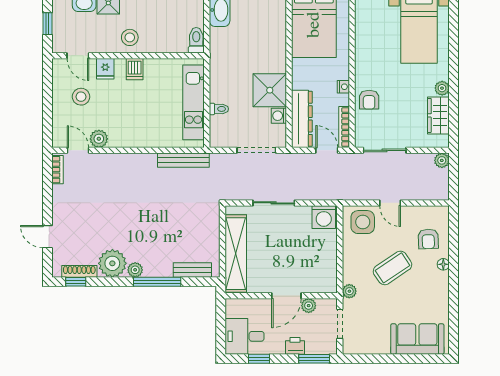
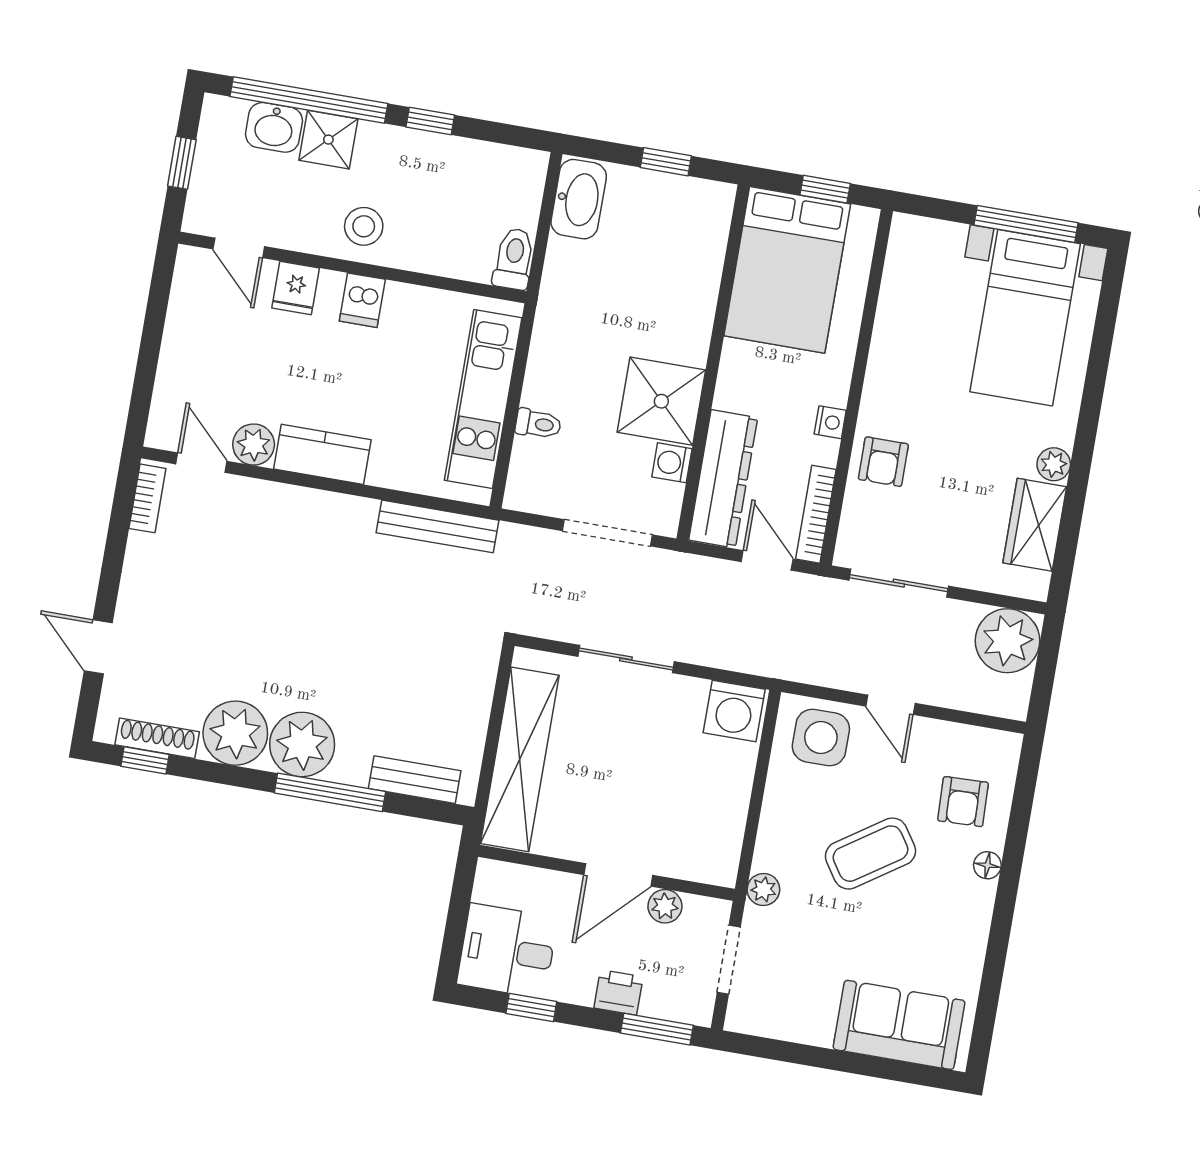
stool: (81, 97) -> (230, 342), removed
kitchen counter: (129, 138) -> (322, 454), added
plant: (442, 160) -> (1007, 641), width x1.87, depth x1.87
plant: (135, 270) -> (302, 744), width x1.88, depth x1.88

